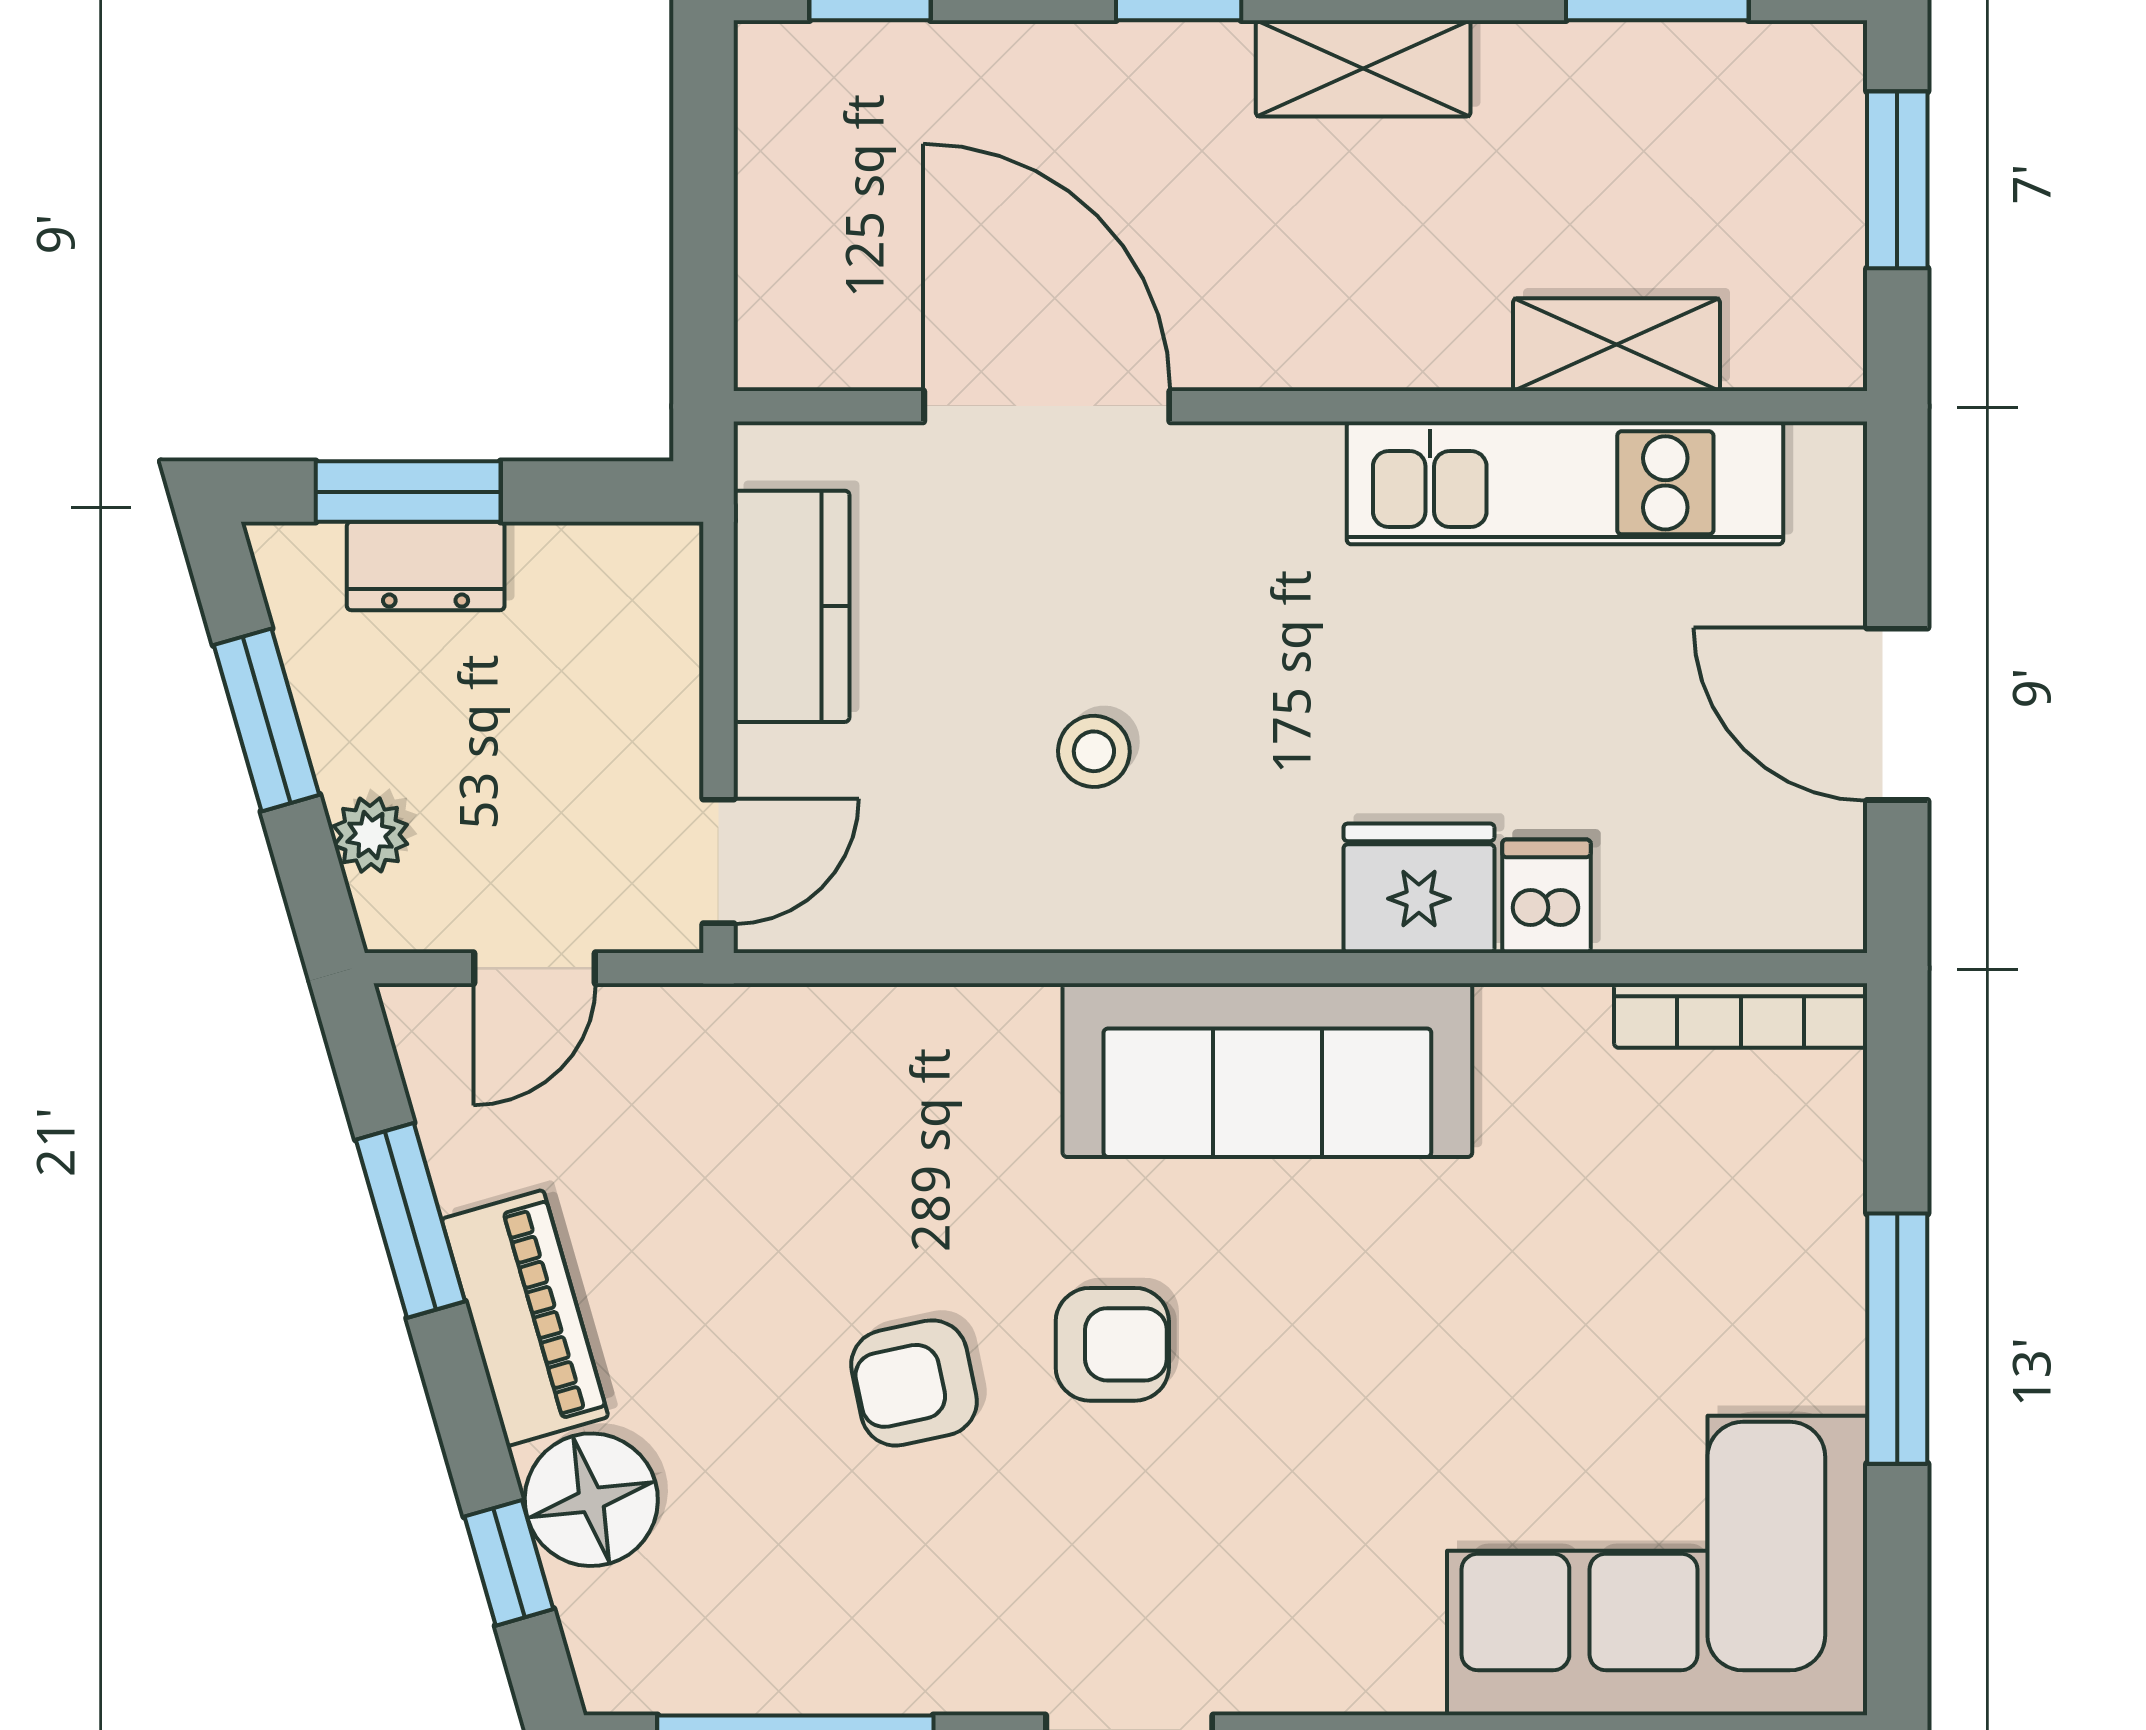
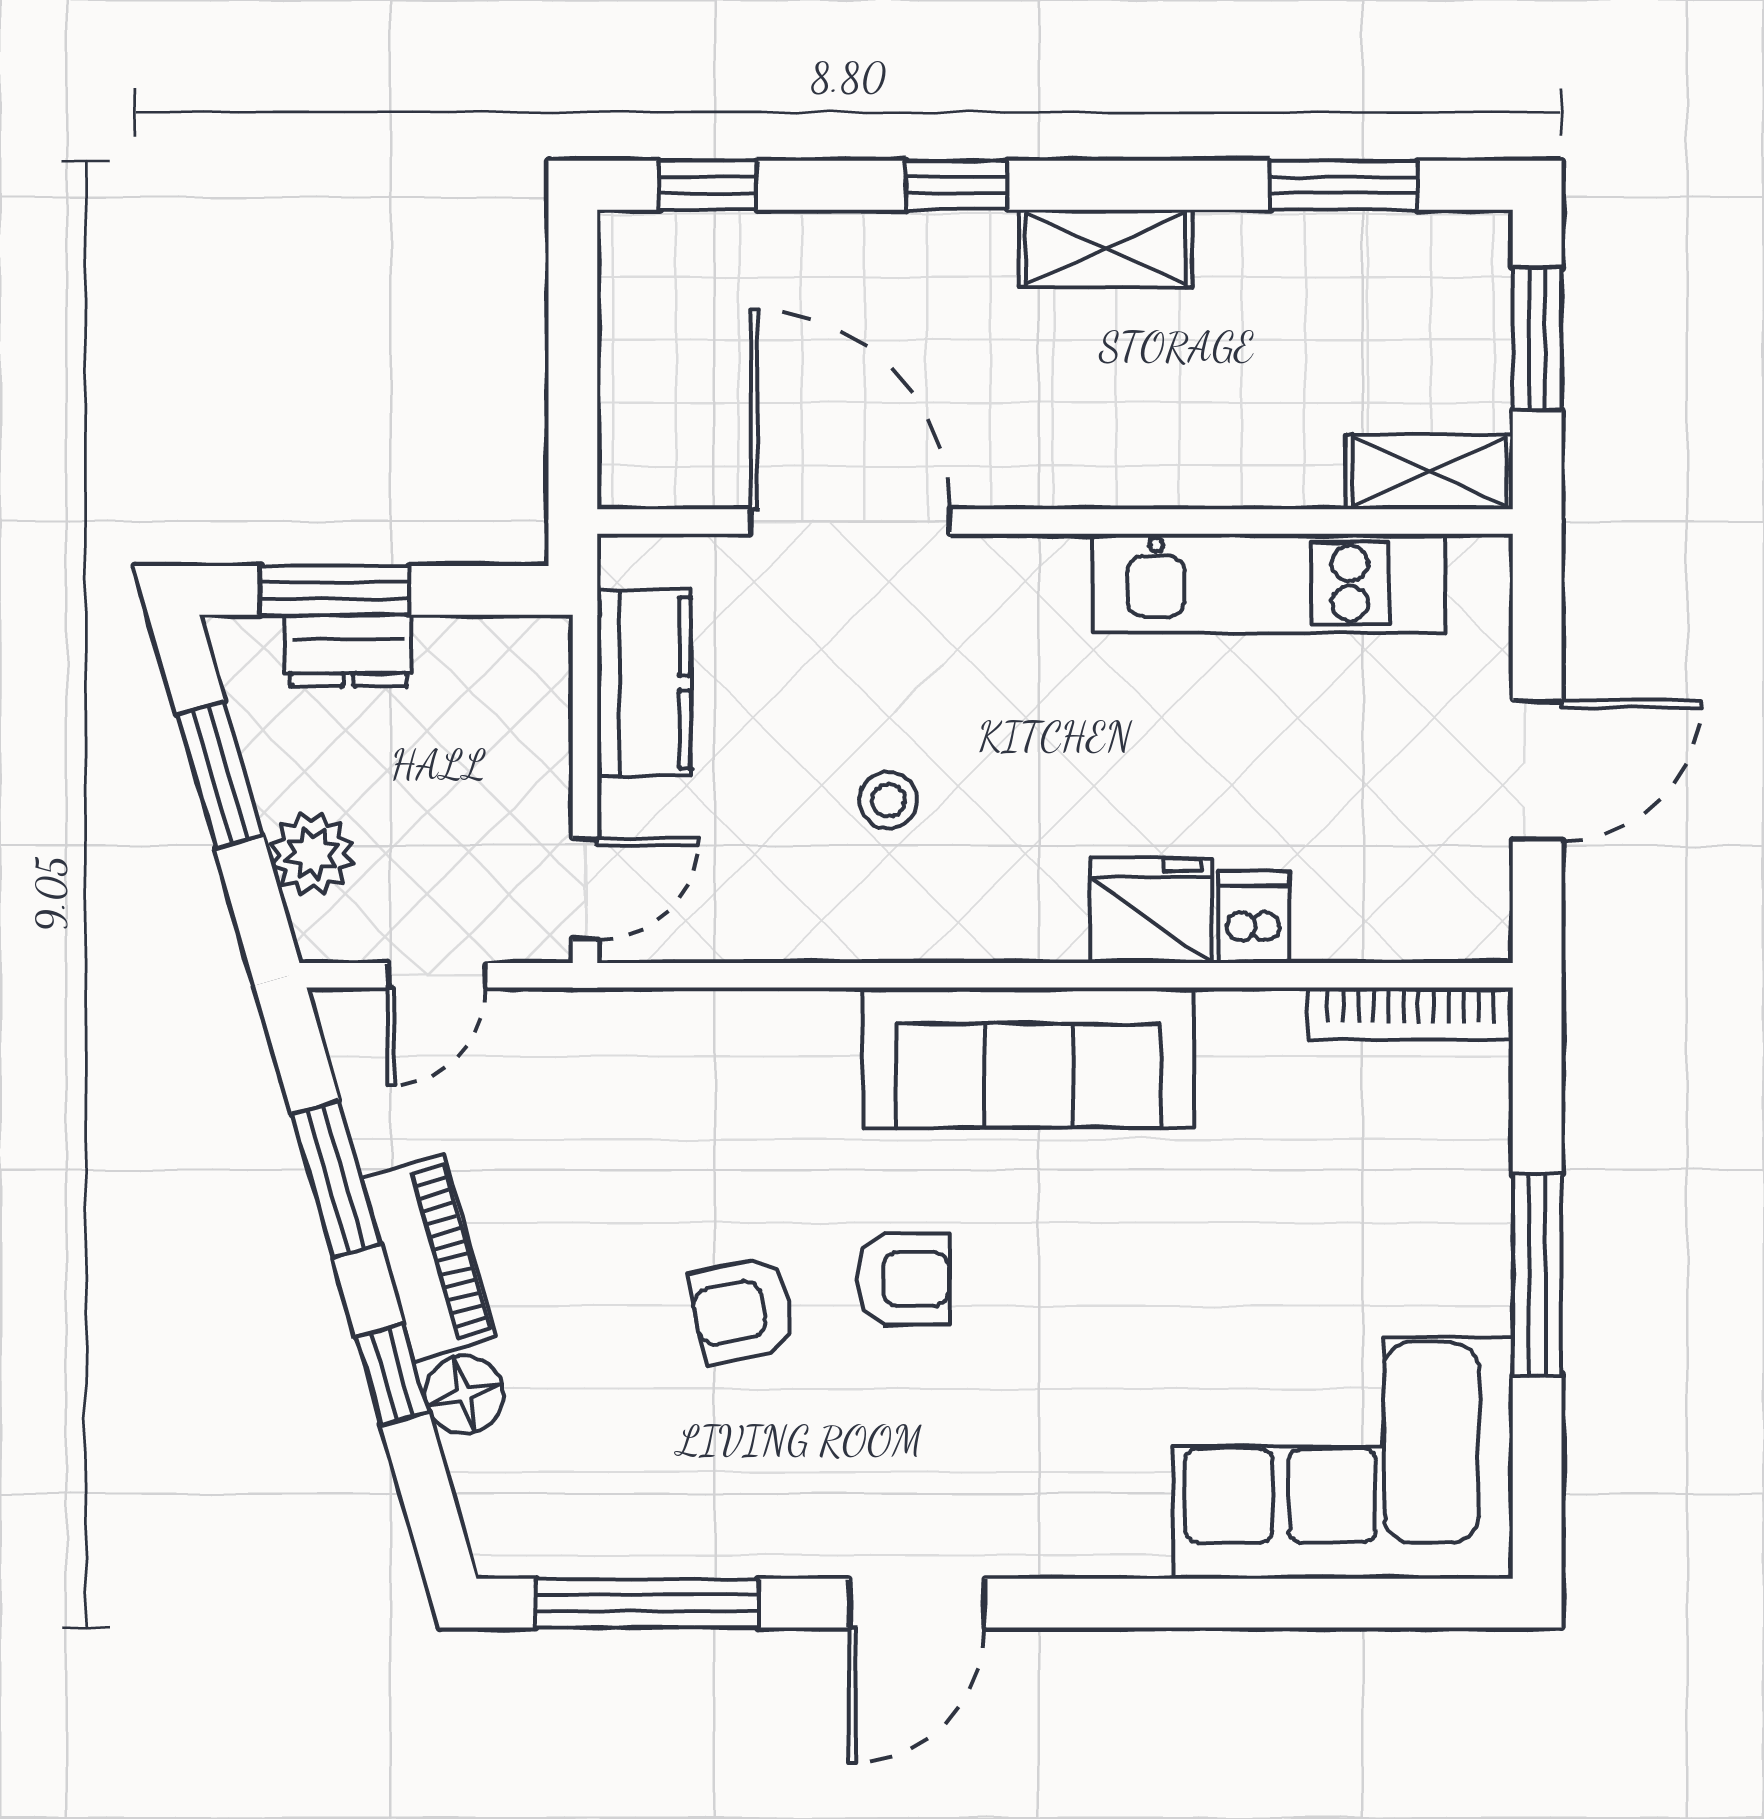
shelving: (1617, 345) -> (1429, 472), moved
door: (1897, 714) -> (1537, 770), swing flipped
plant: (370, 835) -> (312, 854), width x1.38, depth x1.38
floor lamp: (591, 1500) -> (464, 1395), width x0.73, depth x0.73
window: (509, 1563) -> (392, 1374), moved

